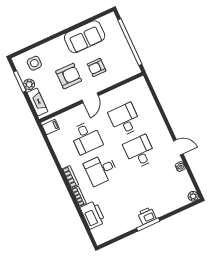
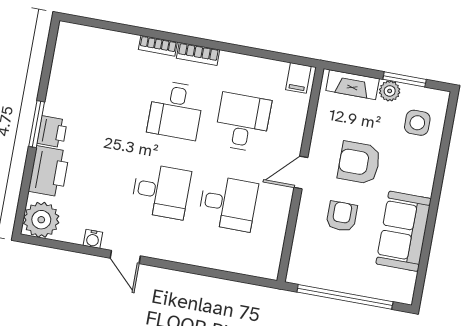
armchair: (69, 76) -> (359, 163), turned 90
door: (90, 98) -> (301, 173), hinge flipped
desk: (86, 137) -> (243, 122), turned 90
door: (178, 147) -> (125, 257), hinge flipped
desk: (101, 170) -> (176, 110), turned 180
plant: (193, 196) -> (41, 220), width x1.87, depth x1.87
printer: (93, 215) -> (49, 171), moved, turned -90

